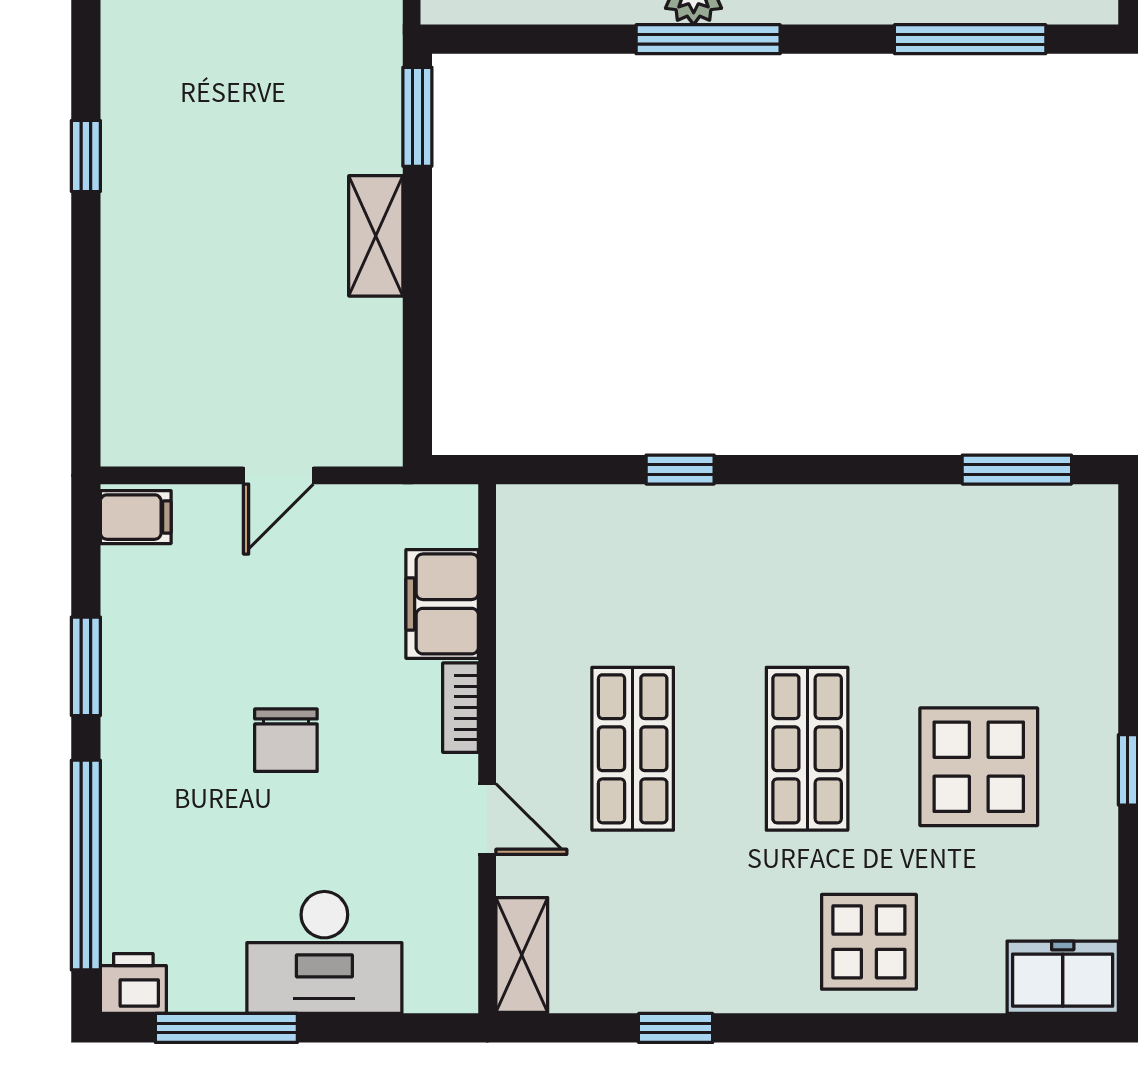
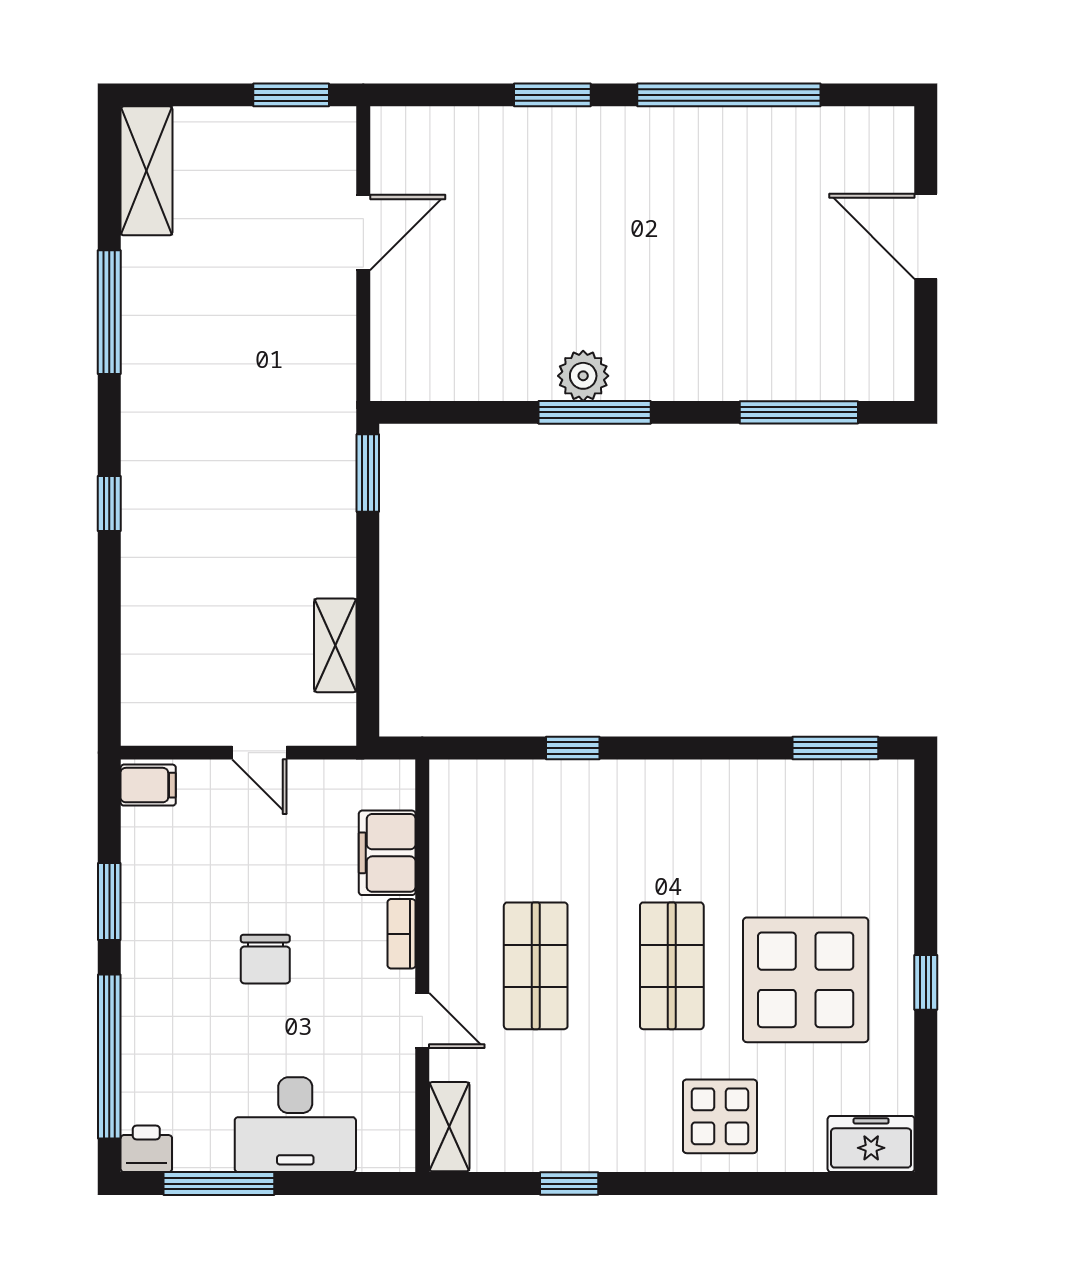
shelving: (376, 236) -> (335, 645), moved
door: (278, 475) -> (259, 753), hinge flipped
display table: (979, 767) -> (806, 980), width x1.36, depth x1.36

